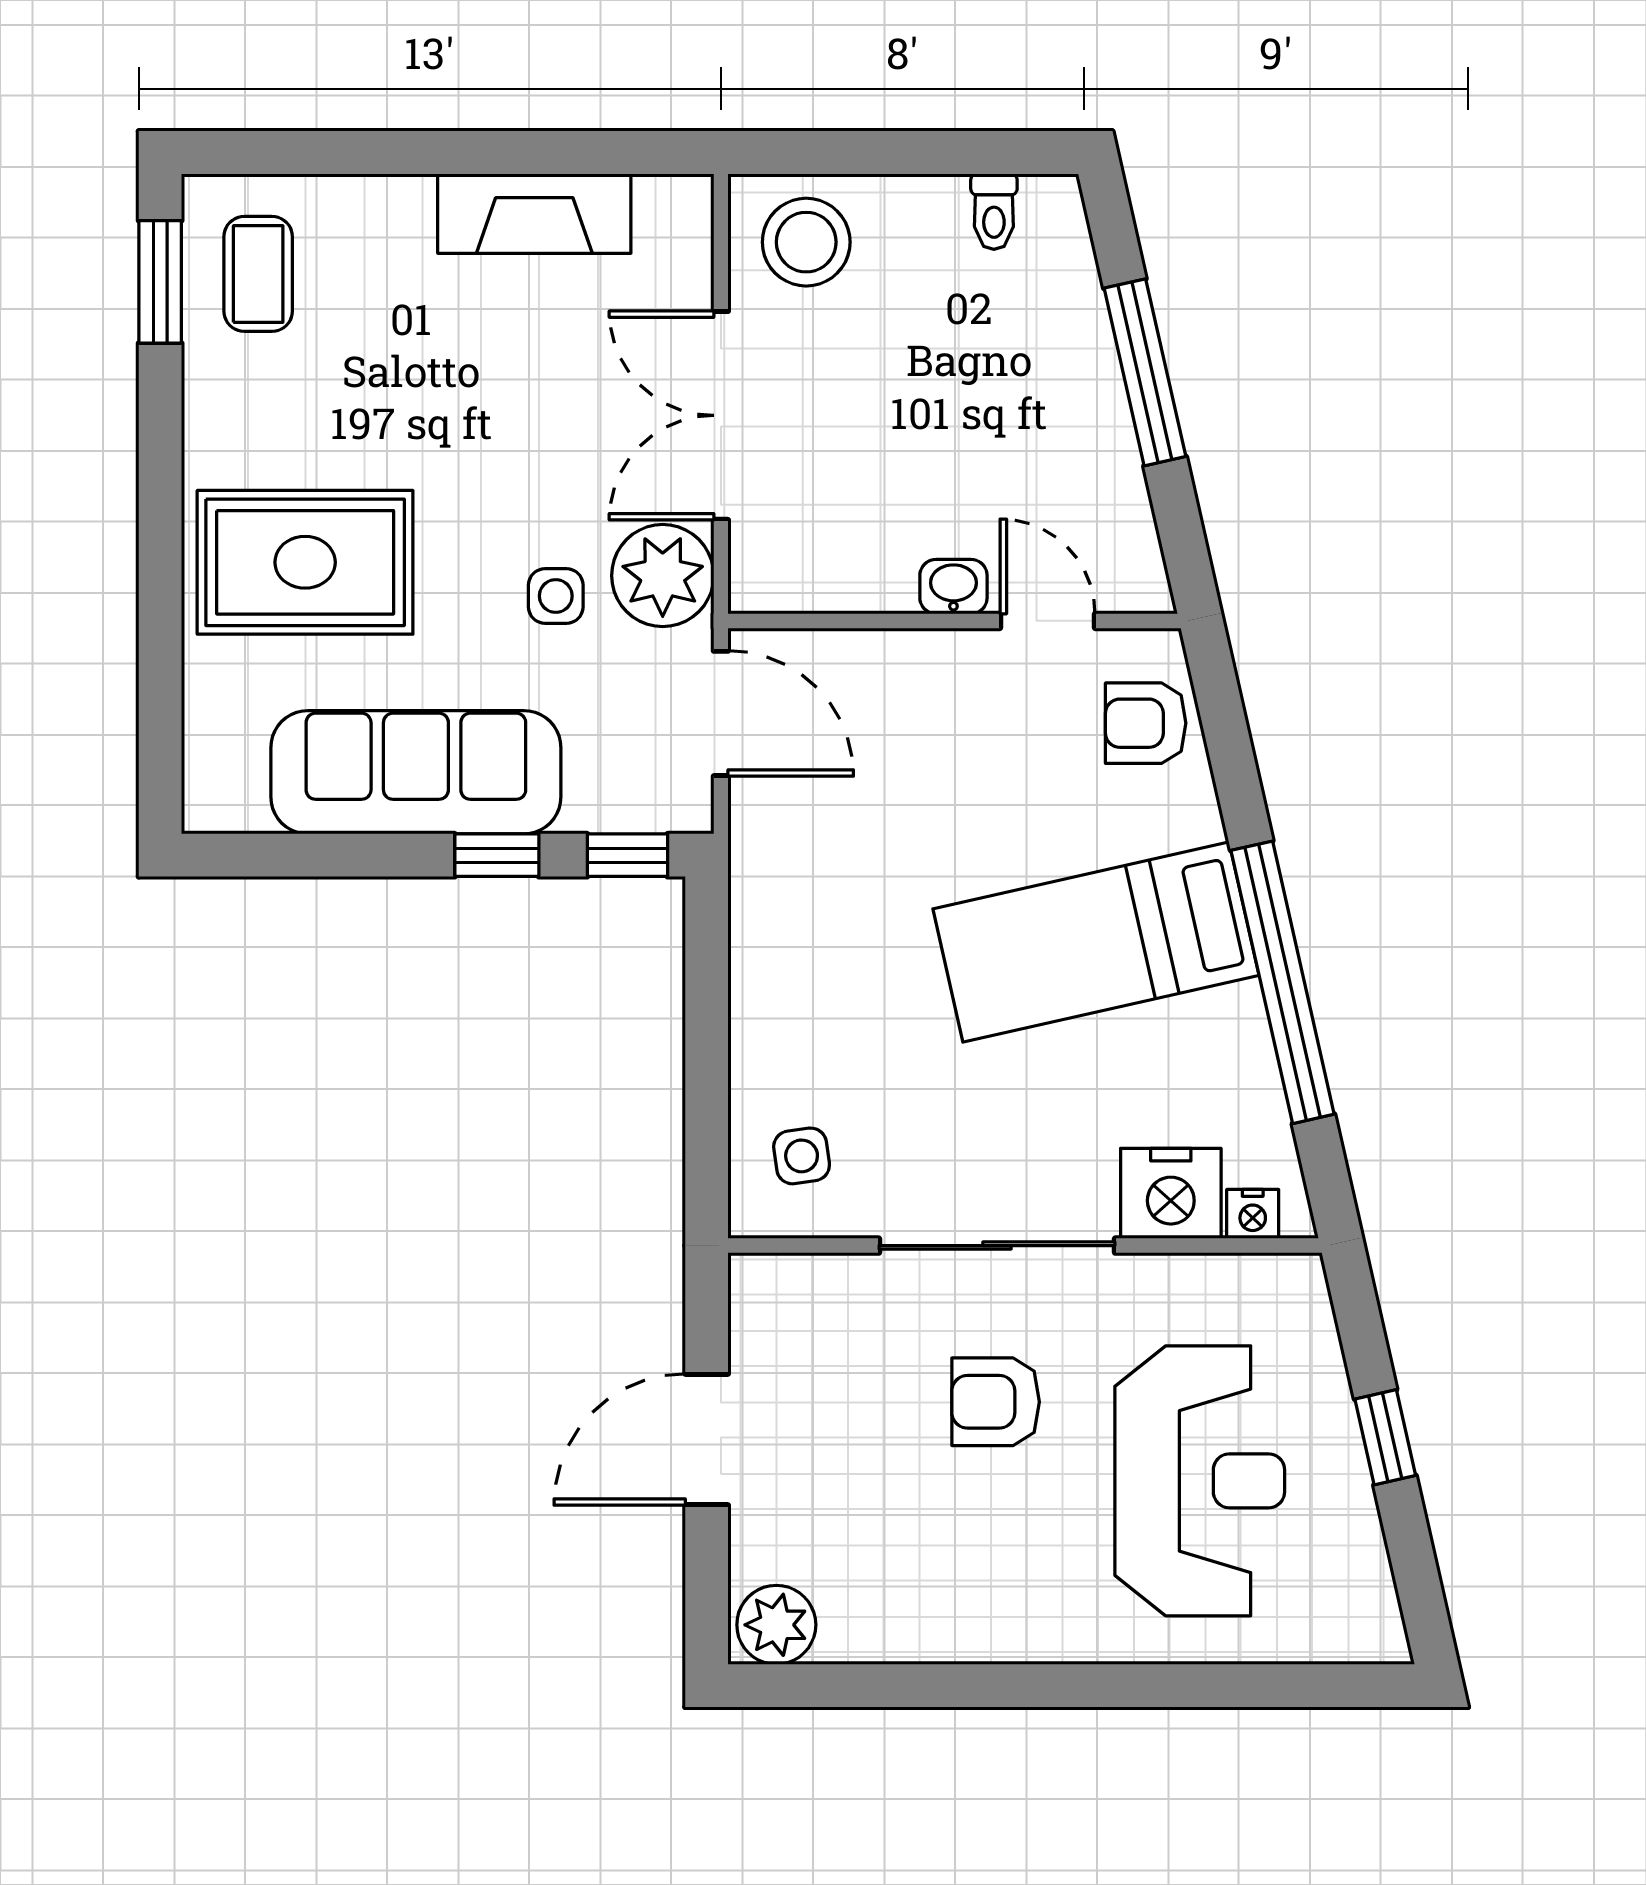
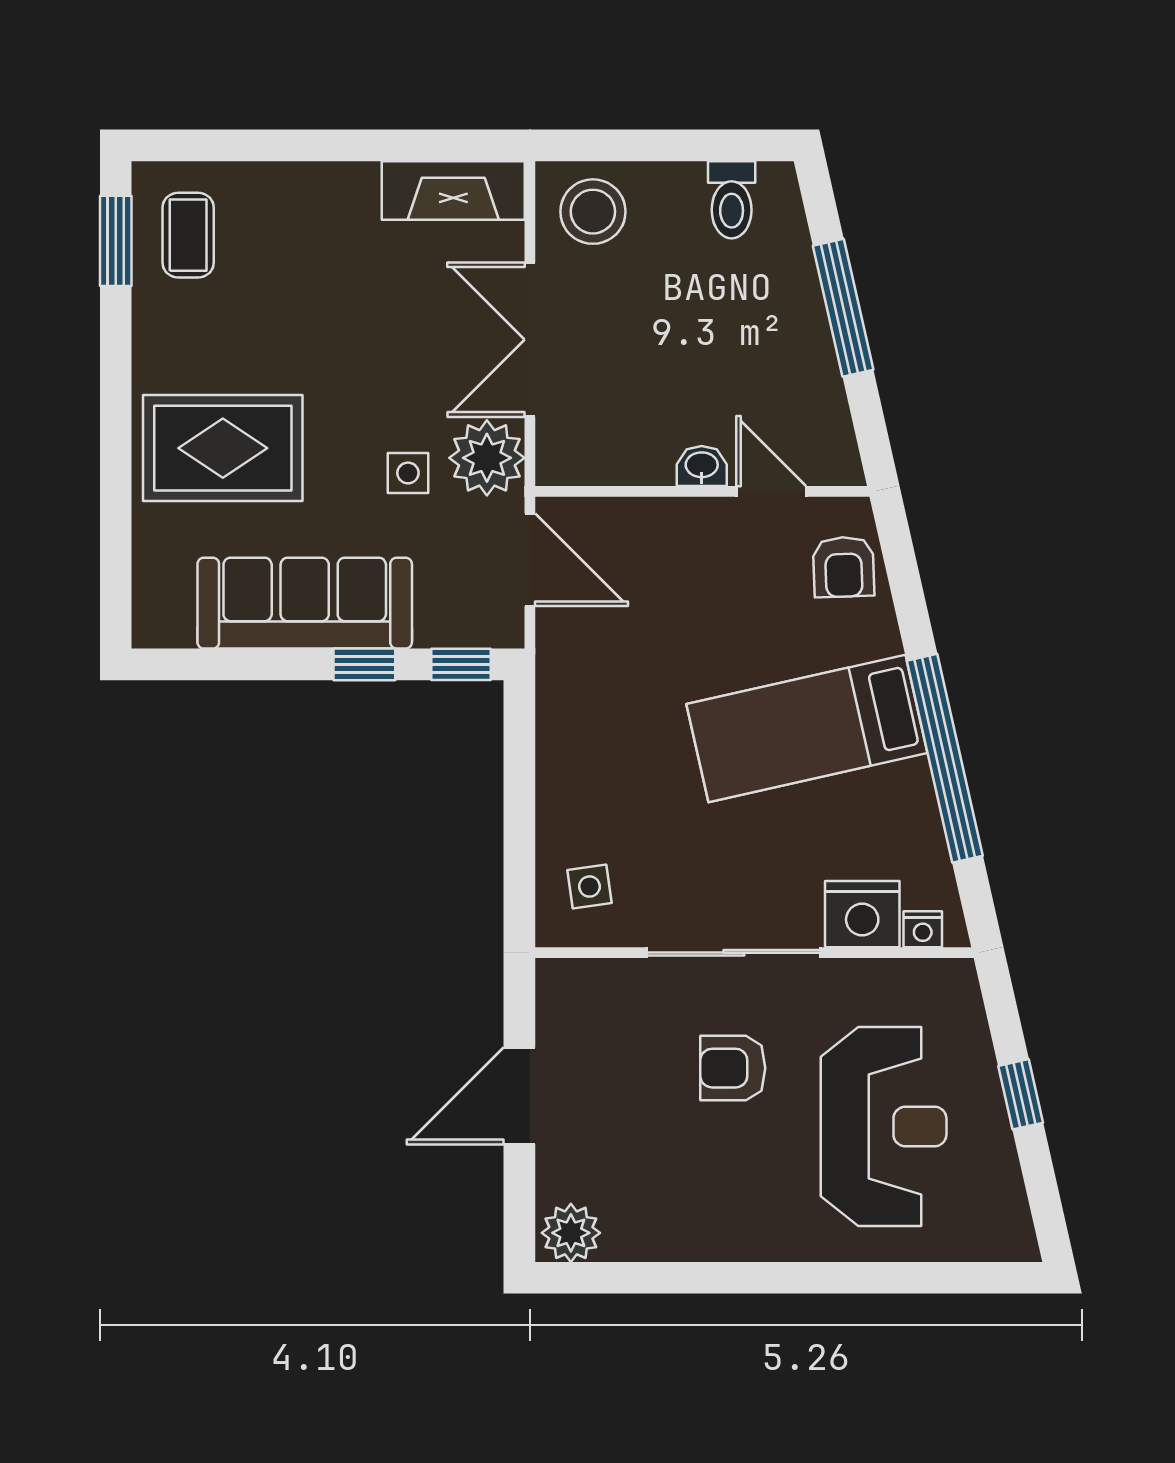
toilet: (994, 212) -> (732, 200), width x1.37, depth x1.39
fireplace: (534, 214) -> (453, 190), moved
armchair: (1146, 723) -> (844, 567), turned -92

